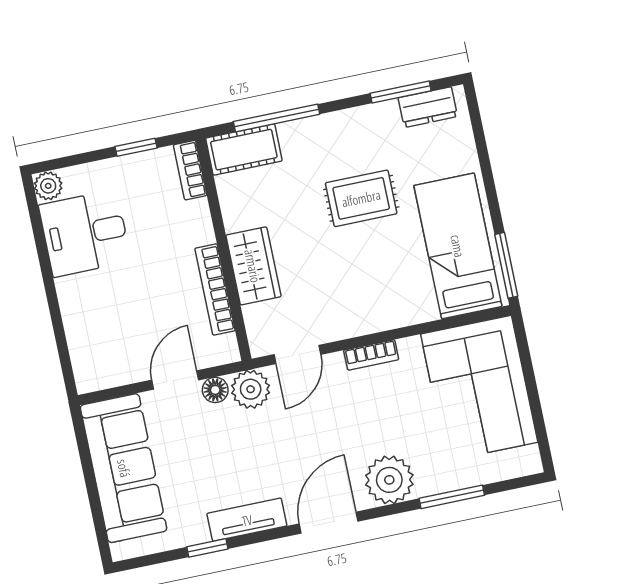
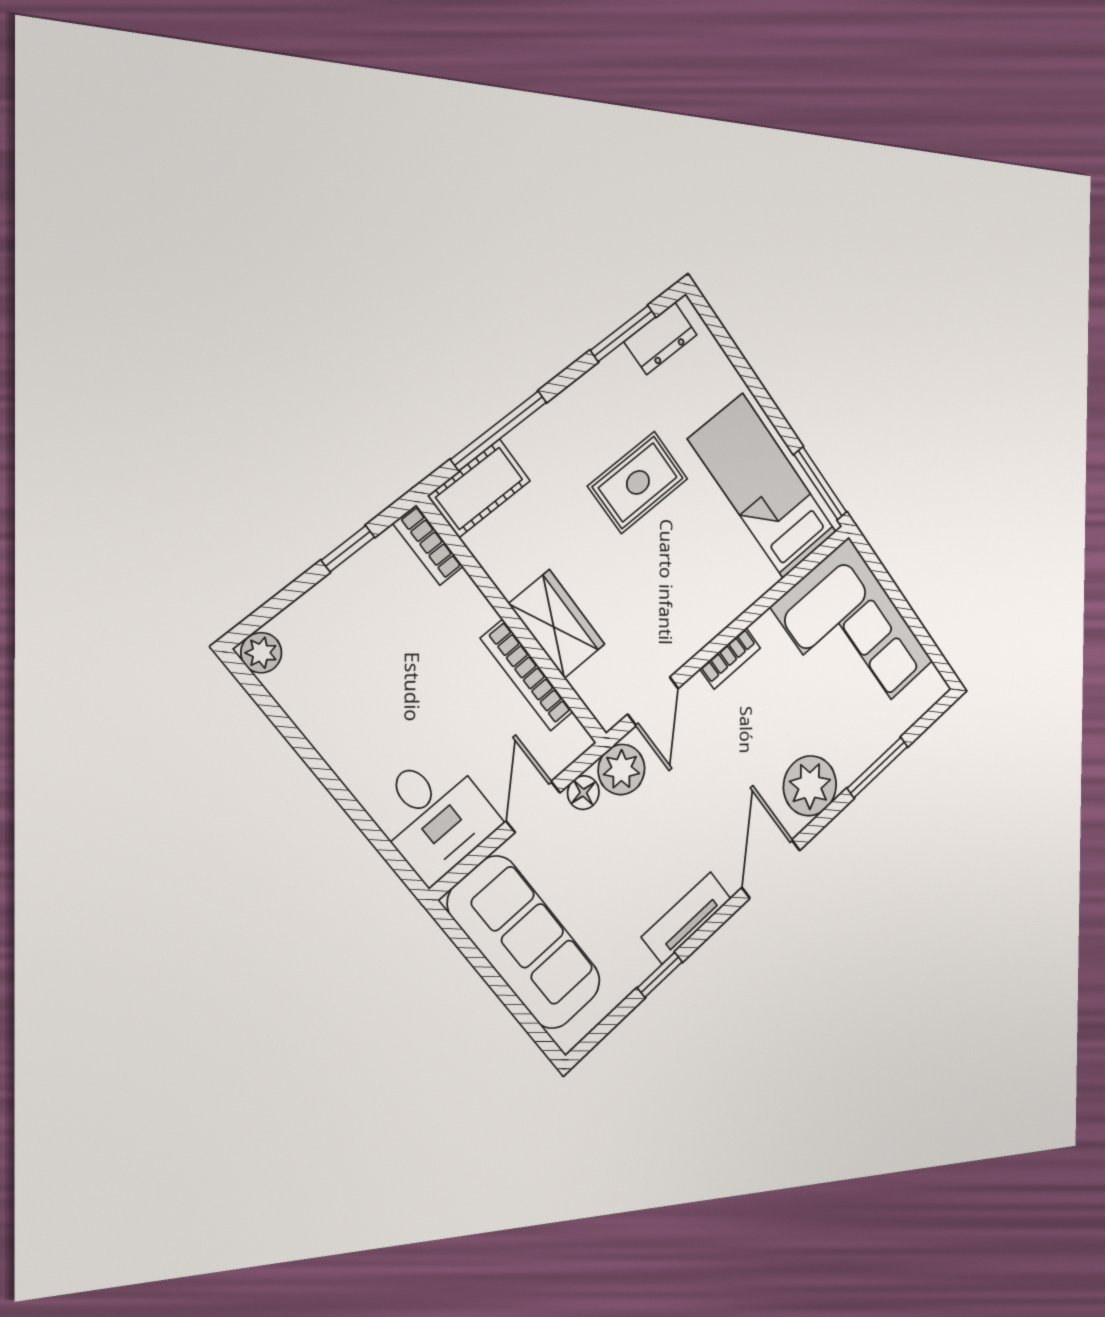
desk: (85, 233) -> (434, 815), moved, turned -90

